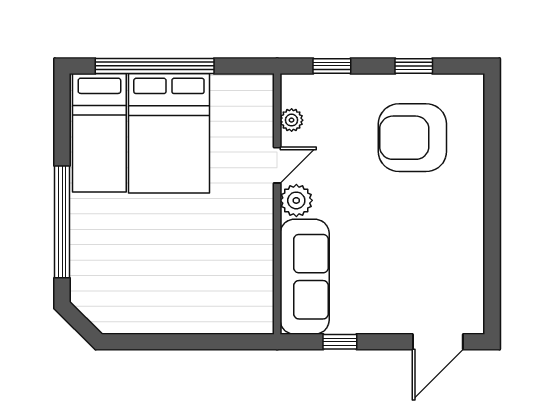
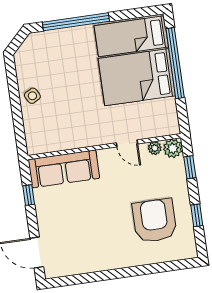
plant: (296, 200) -> (173, 148), moved
side table: (175, 312) -> (32, 96), added

